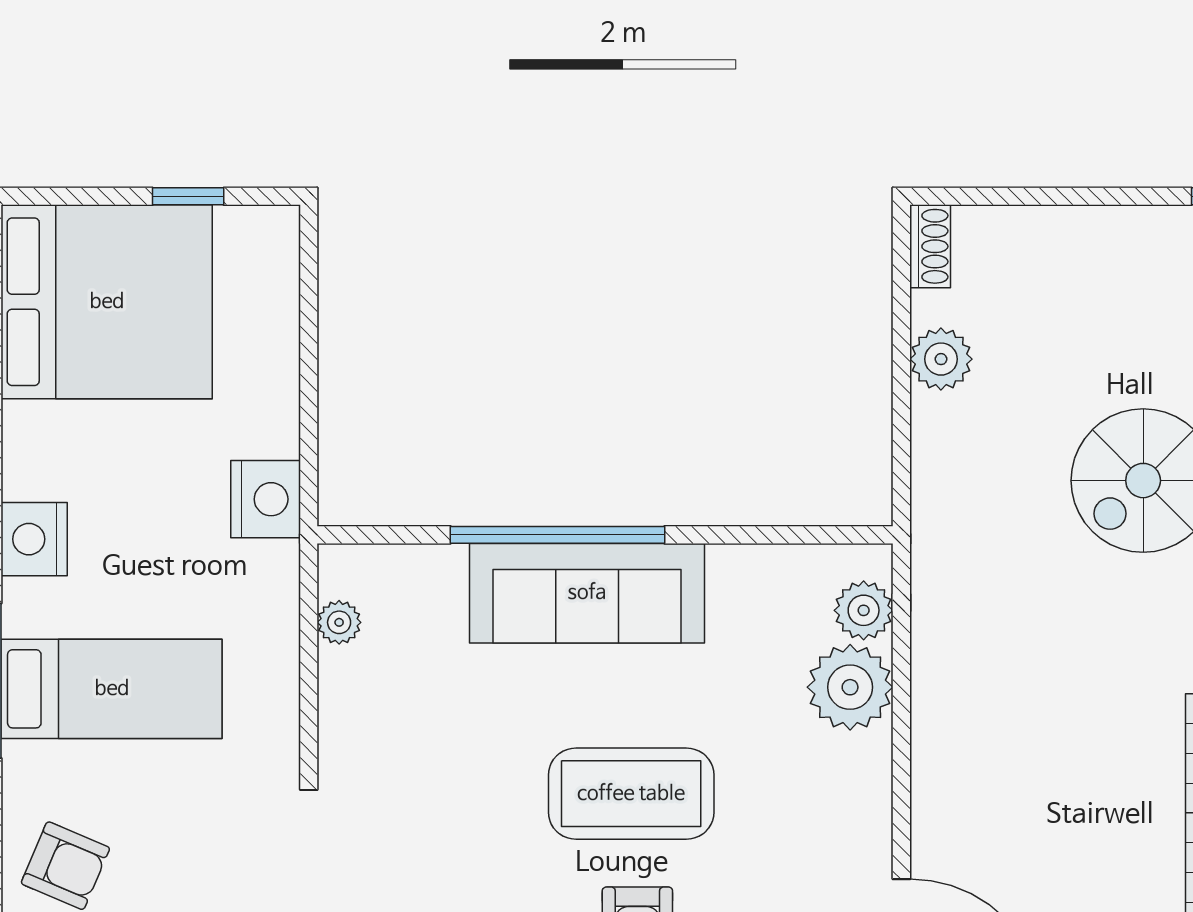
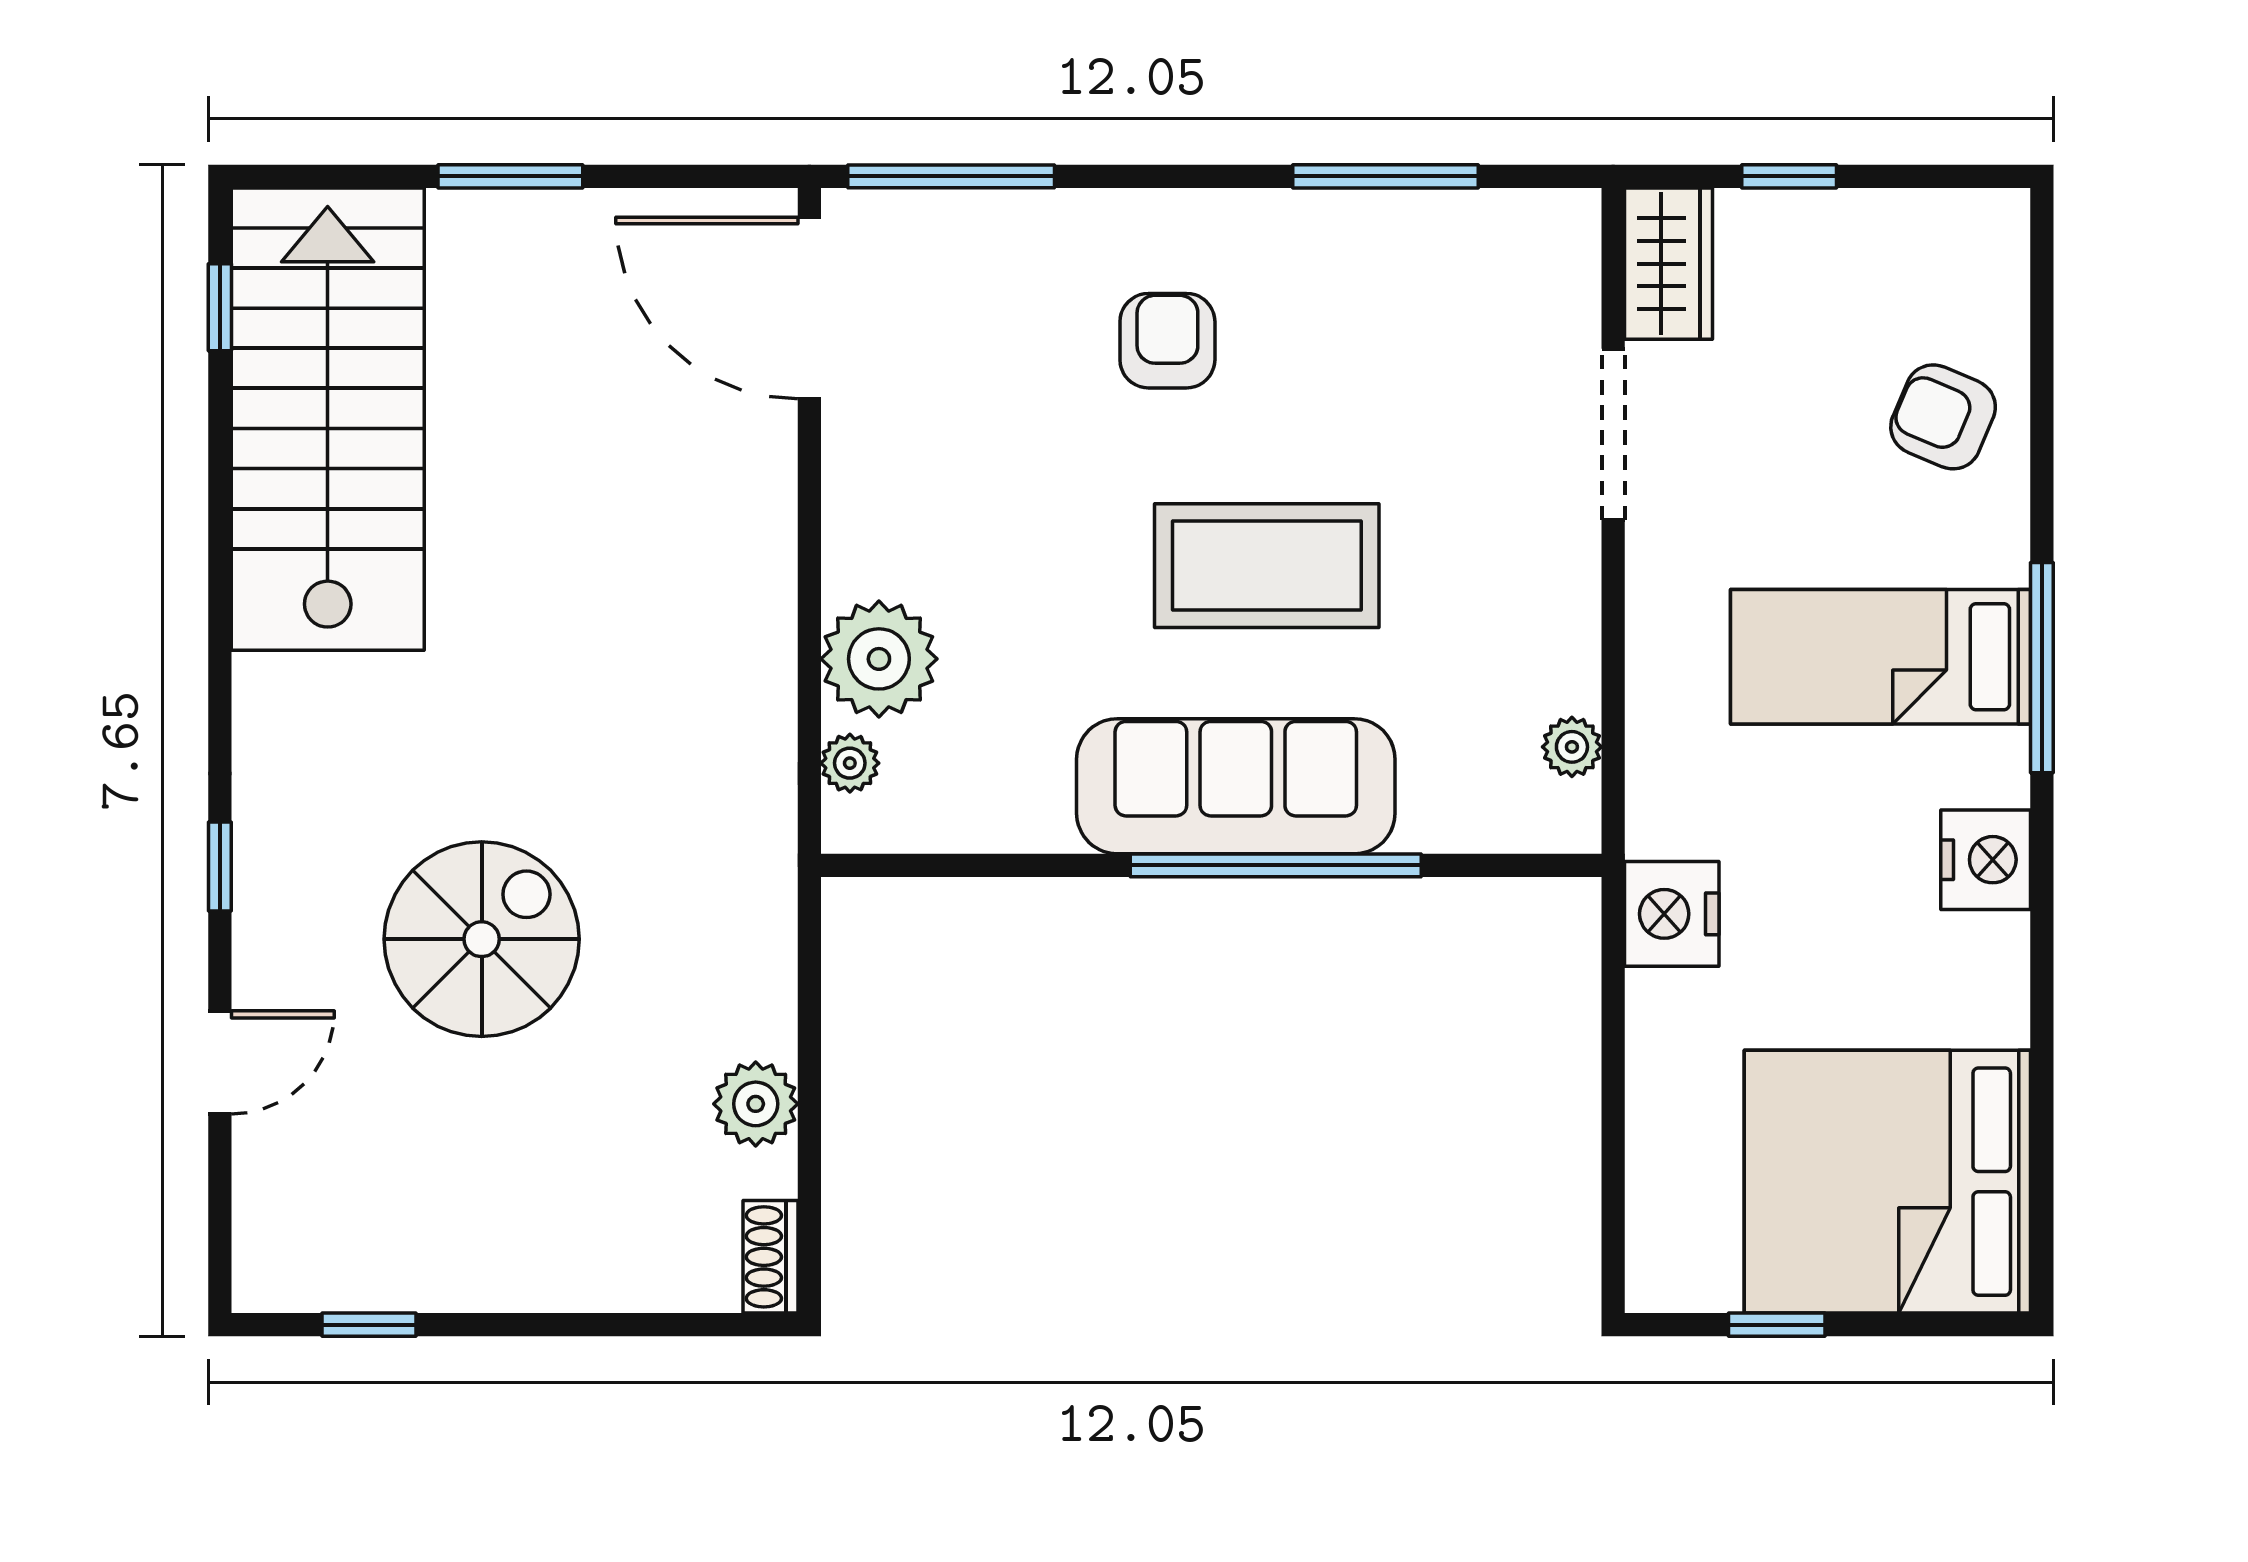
plant: (864, 610) -> (850, 763), width x0.73, depth x0.73
coffee table: (631, 794) -> (1267, 566), moved

